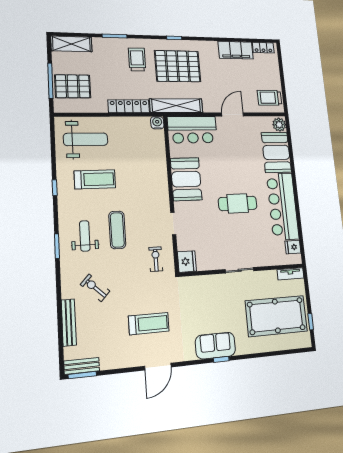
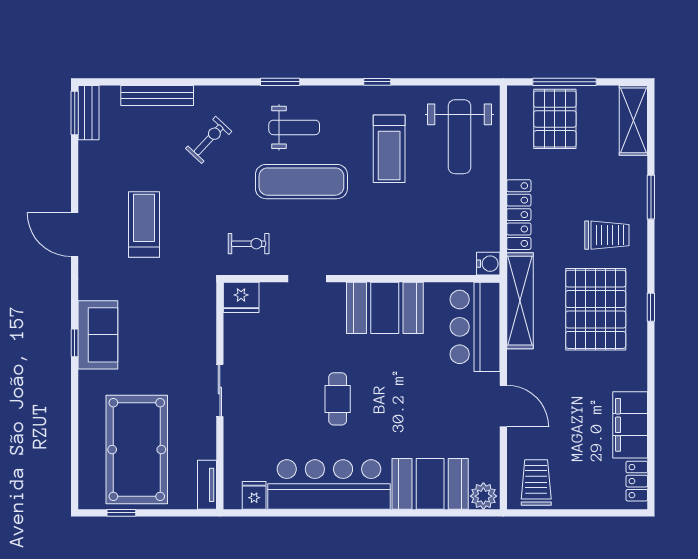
cafe table: (238, 203) -> (338, 399), width x0.73, depth x0.74
exercise mat: (117, 230) -> (301, 182), width x1.36, depth x1.45
treadmill: (149, 324) -> (144, 224), turned 180

